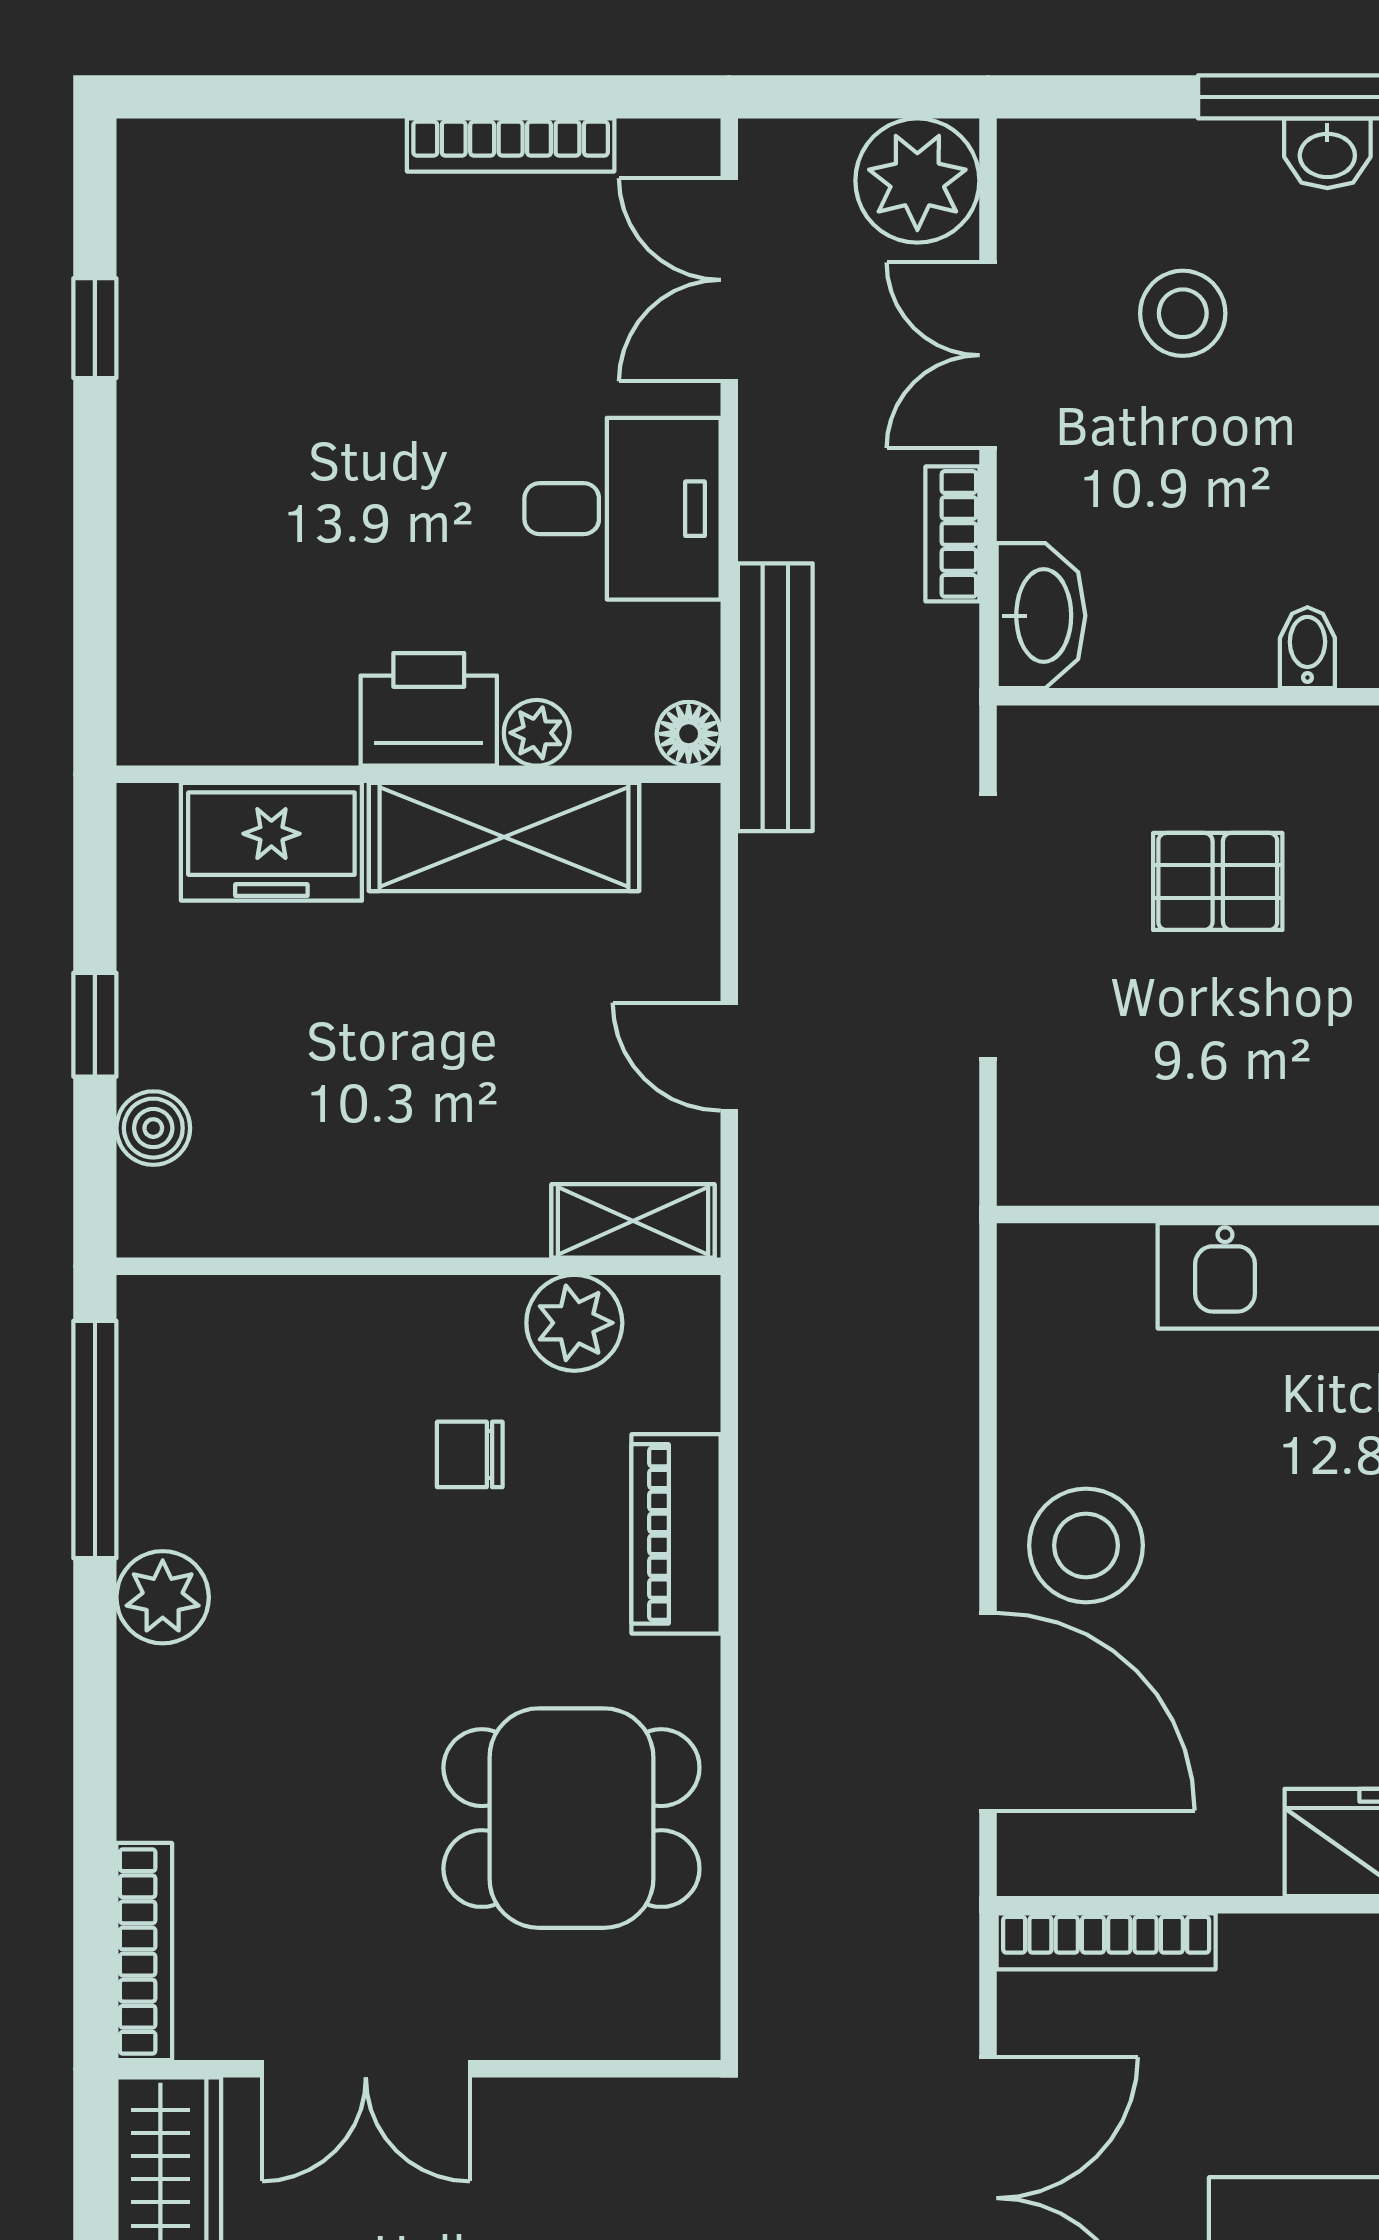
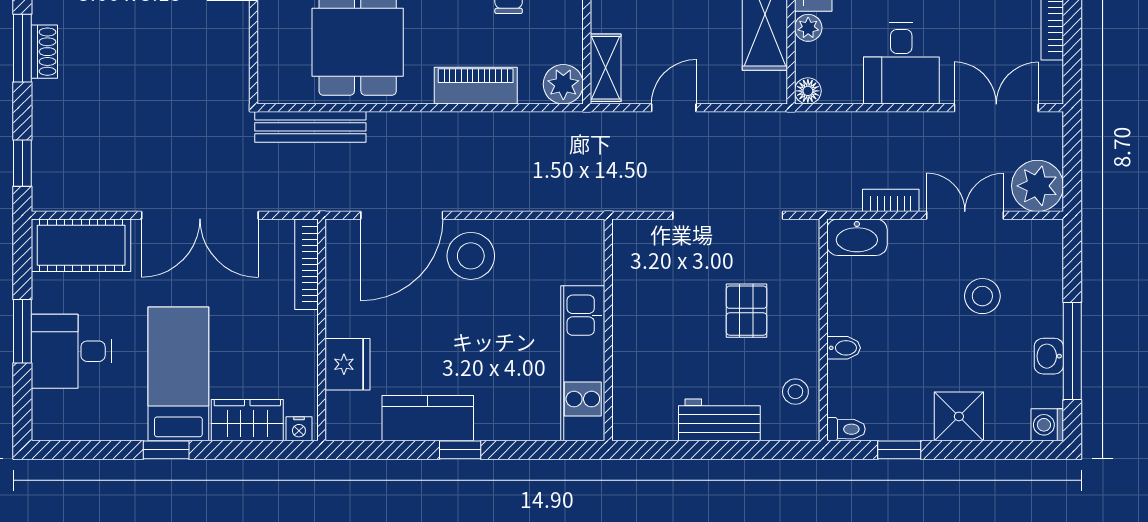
bench: (775, 697) -> (310, 127), moved
plant: (574, 1323) -> (563, 84), moved

